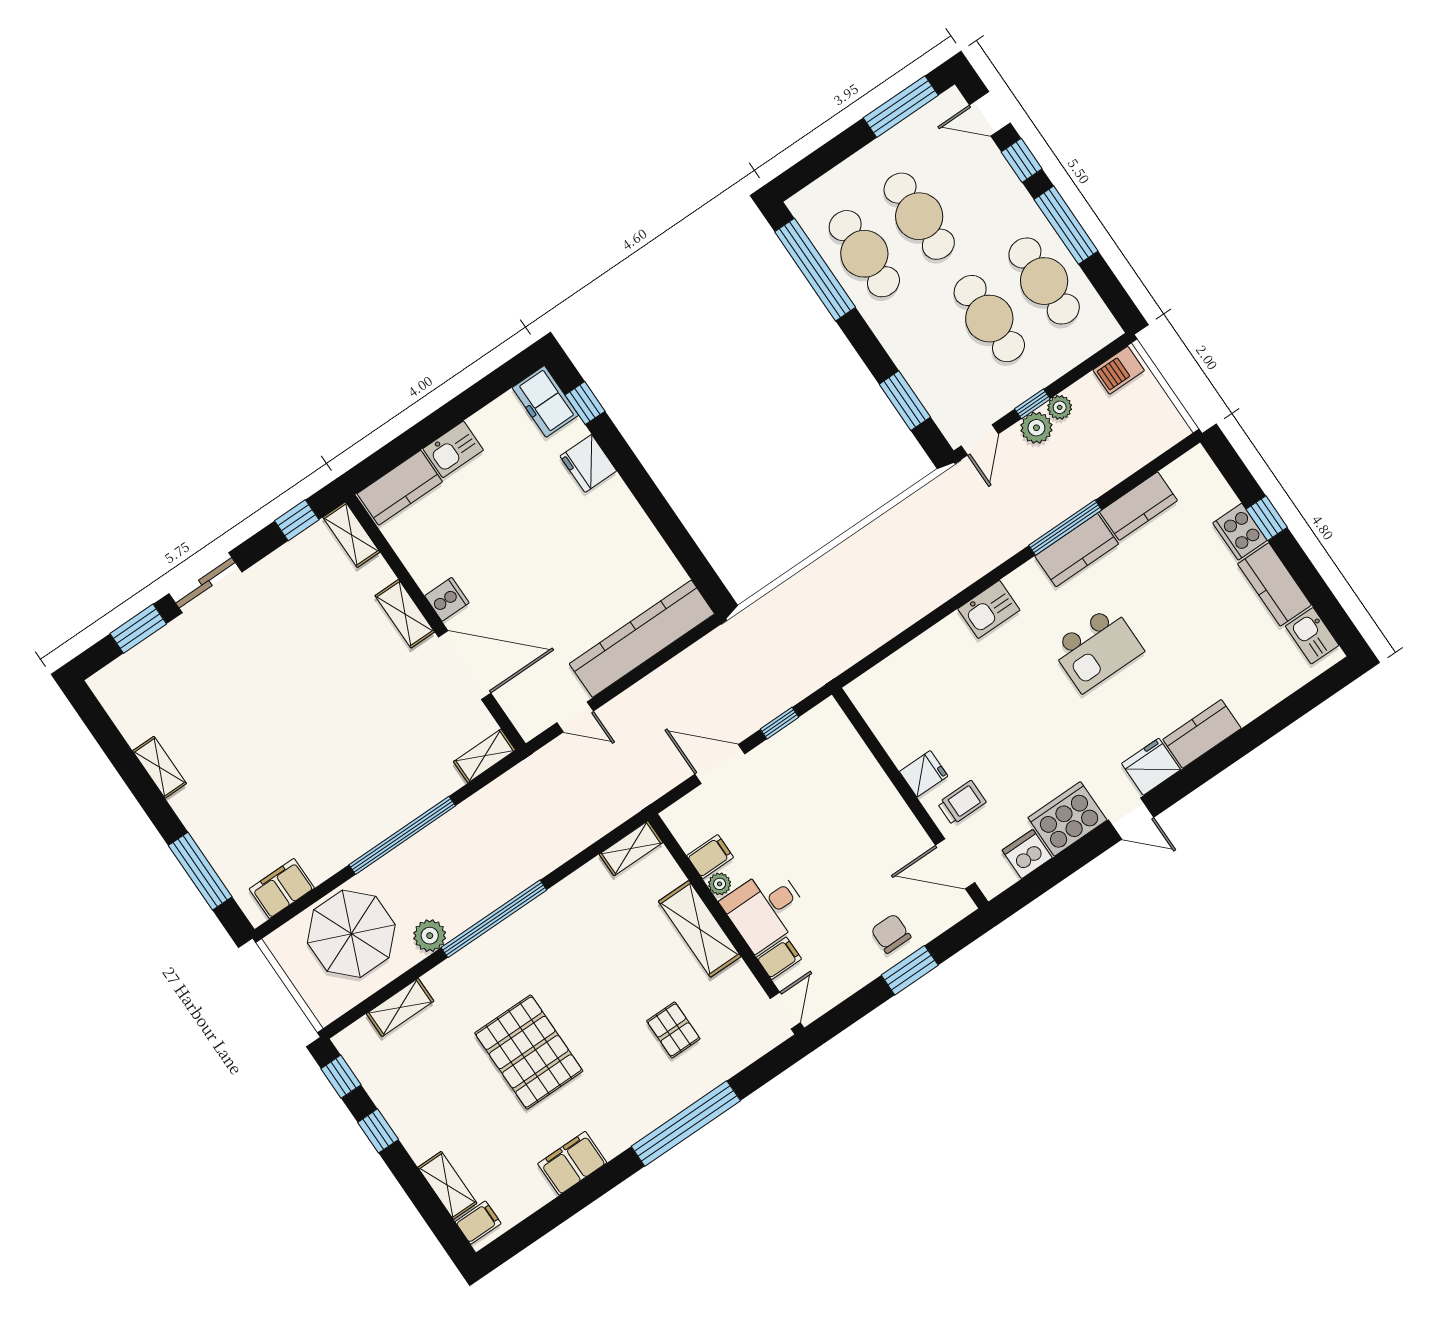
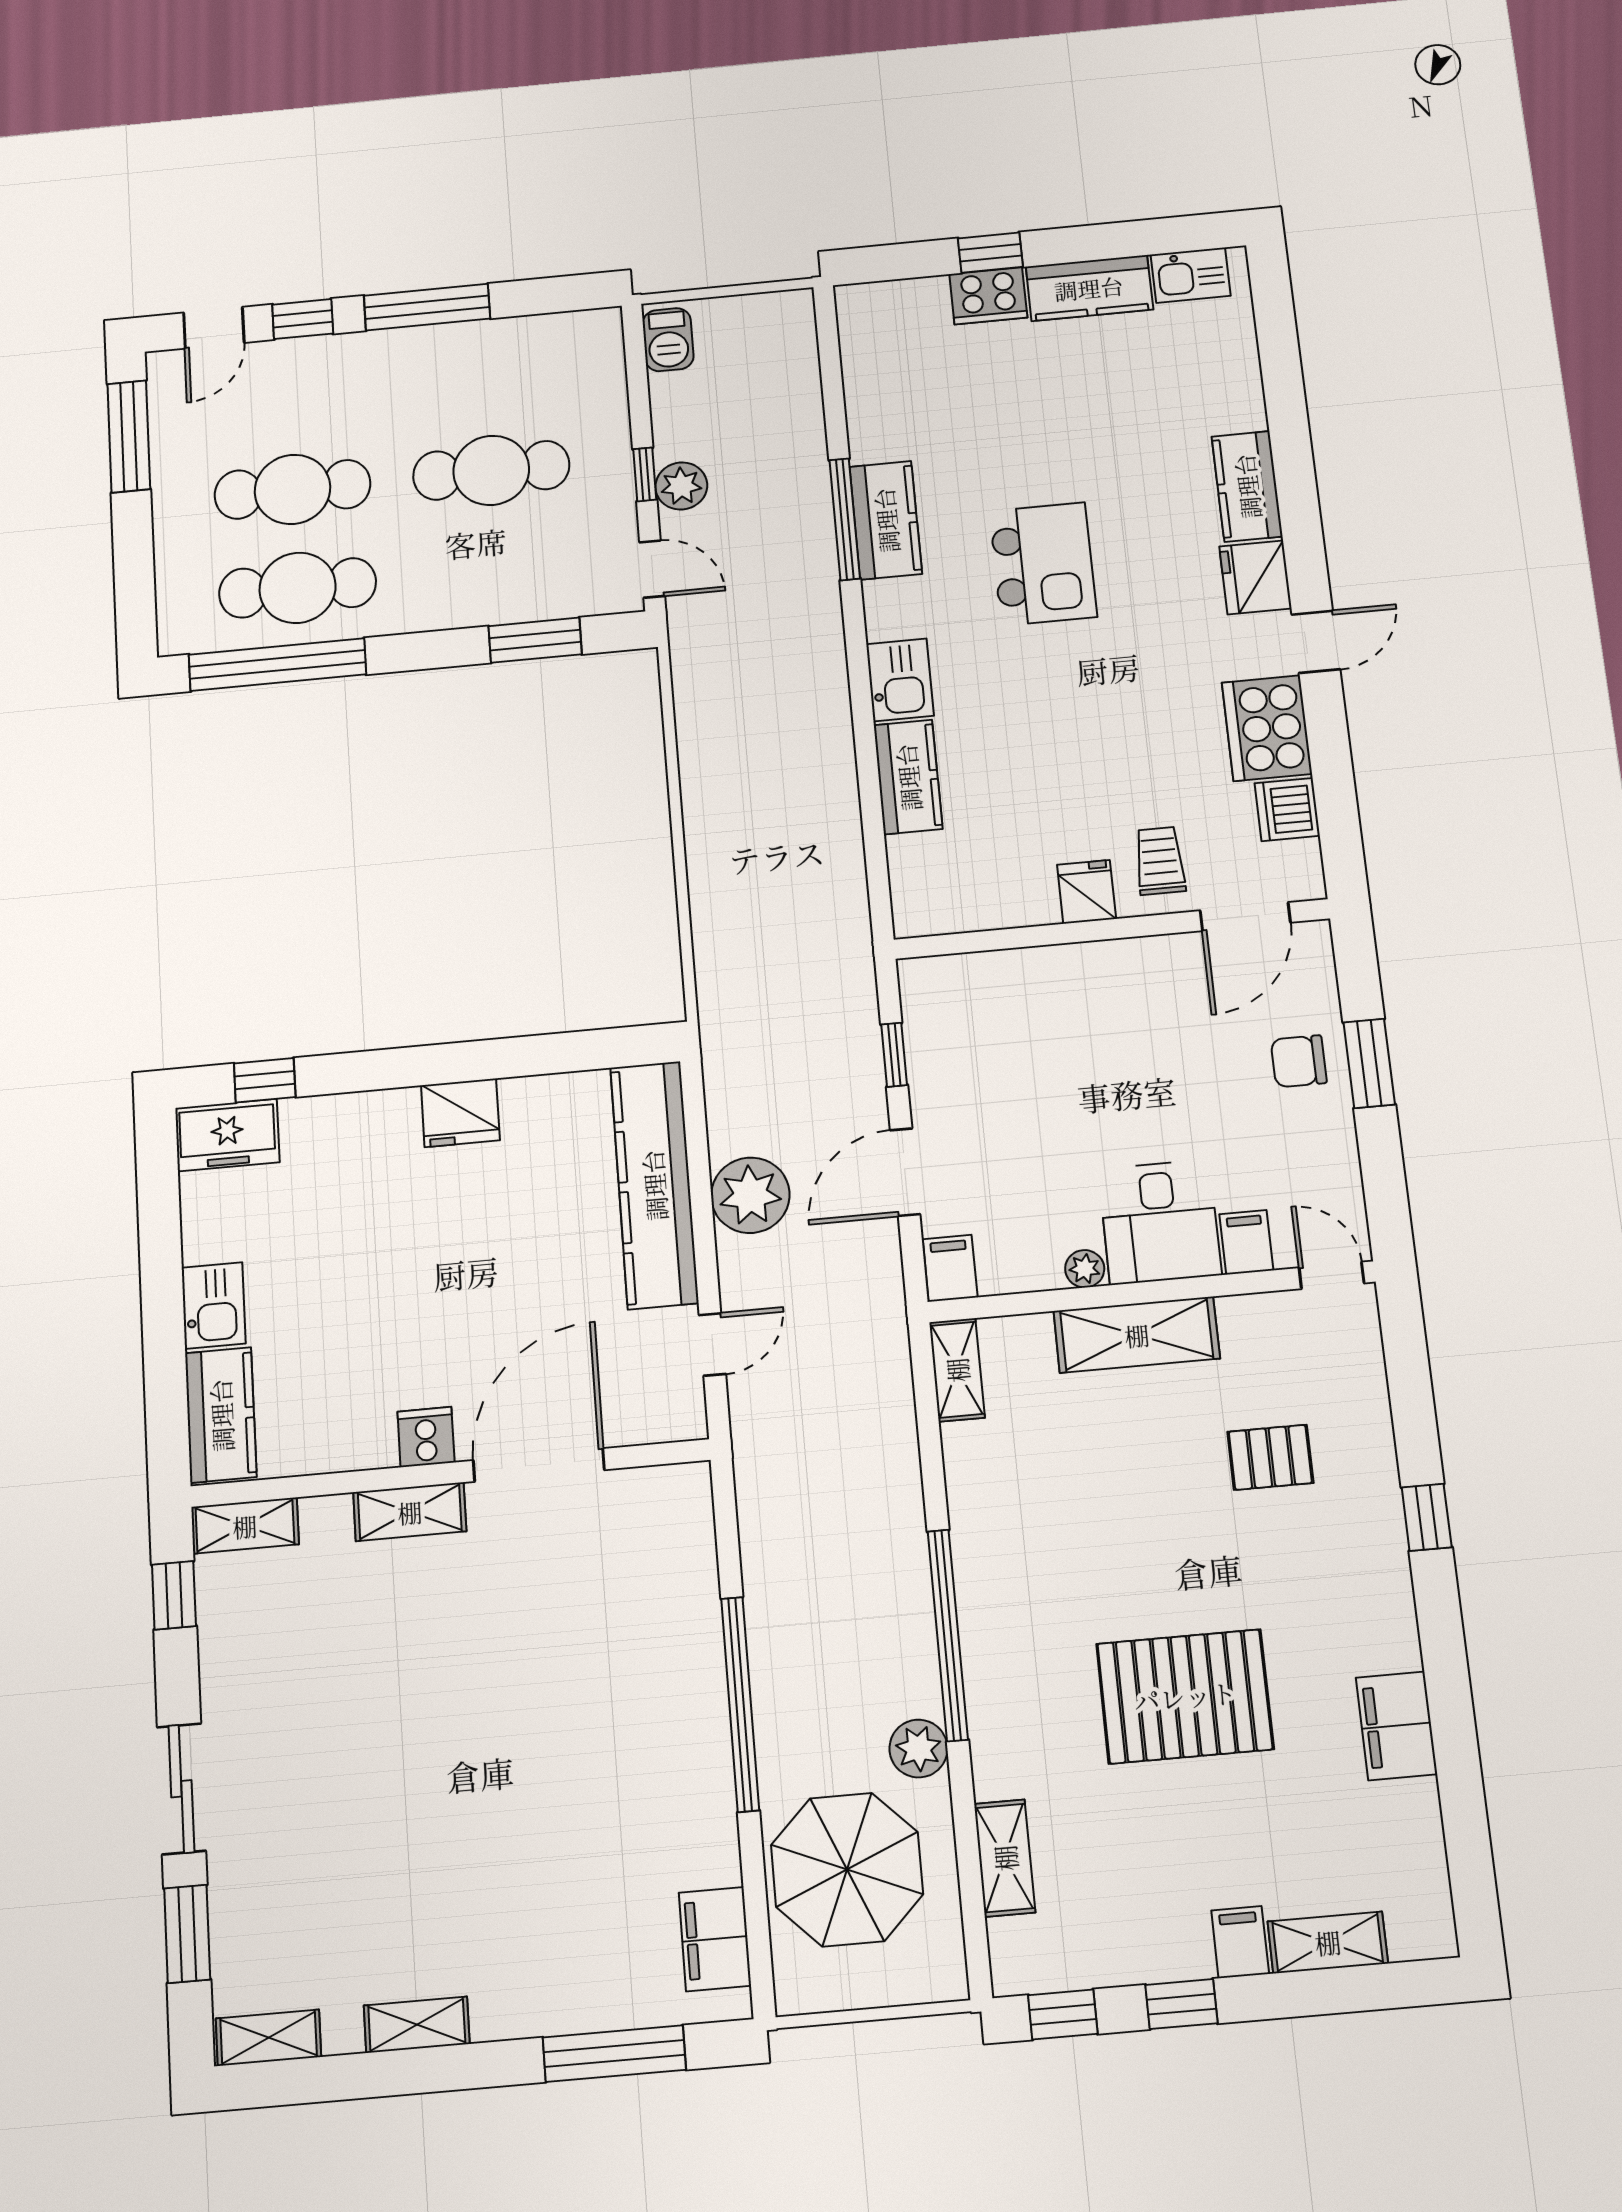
cafe table: (1044, 281) -> (485, 373), removed
plant: (1060, 407) -> (750, 1195), moved, width x1.88, depth x1.88
fridge: (588, 463) -> (460, 1113), moved
kitchen counter: (1138, 506) -> (908, 777), moved
shelving: (485, 756) -> (268, 2038), moved, turned 90
filing cabinet: (710, 857) -> (950, 1268), moved
window: (686, 1123) -> (1427, 1517), width x0.32
filing cabinet: (478, 1223) -> (1240, 1942), moved

